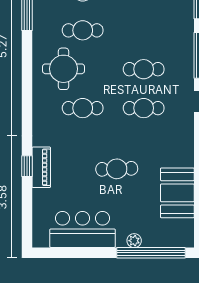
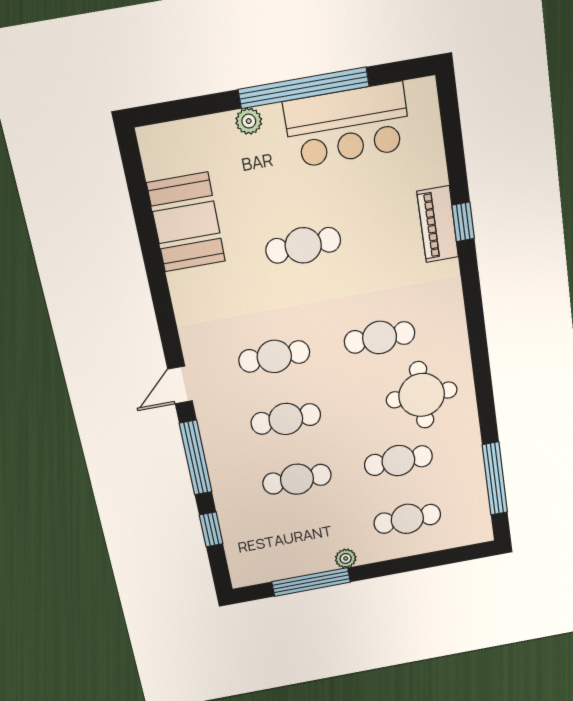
cafe table: (144, 30) -> (297, 479), added
window: (151, 253) -> (304, 88), moved

